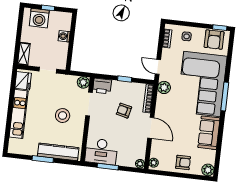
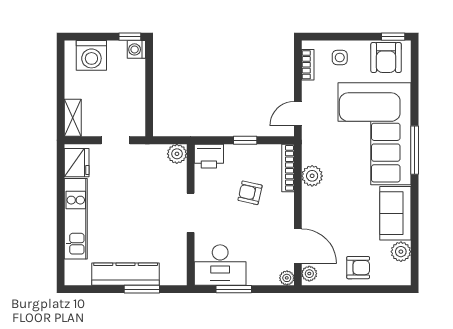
window: (48, 8) -> (130, 37), moved
washing machine: (64, 36) -> (136, 49), moved
door: (158, 67) -> (298, 114), hinge flipped
plant: (164, 87) -> (312, 176), moved
doorway: (89, 104) -> (191, 213), moved
stool: (63, 116) -> (149, 213), removed
door: (151, 128) -> (298, 246), moved
kitchen counter: (58, 152) -> (126, 274), moved
window: (43, 159) -> (142, 289), moved
plant: (208, 170) -> (401, 252), moved

